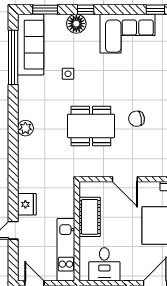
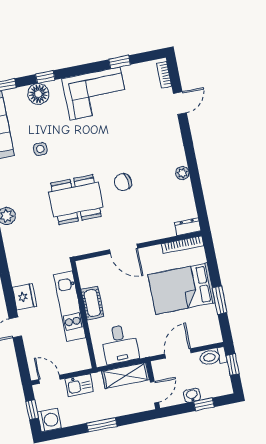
cot: (90, 217) -> (92, 303), width x0.73, depth x0.75
kitchen unit: (66, 250) -> (70, 306), moved

